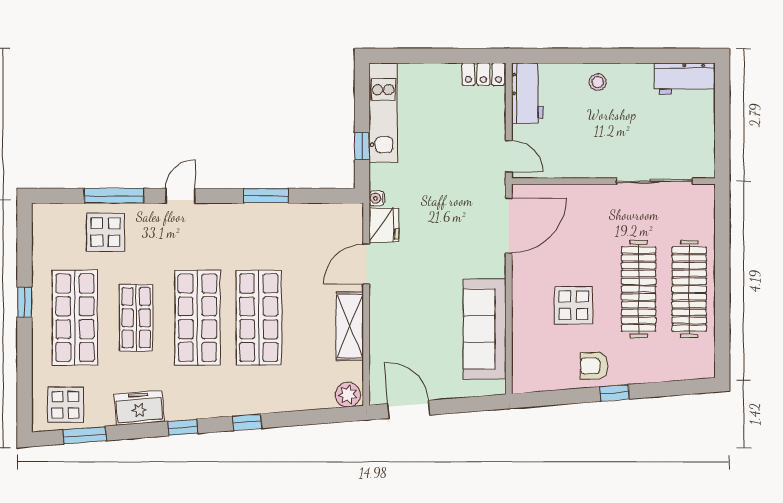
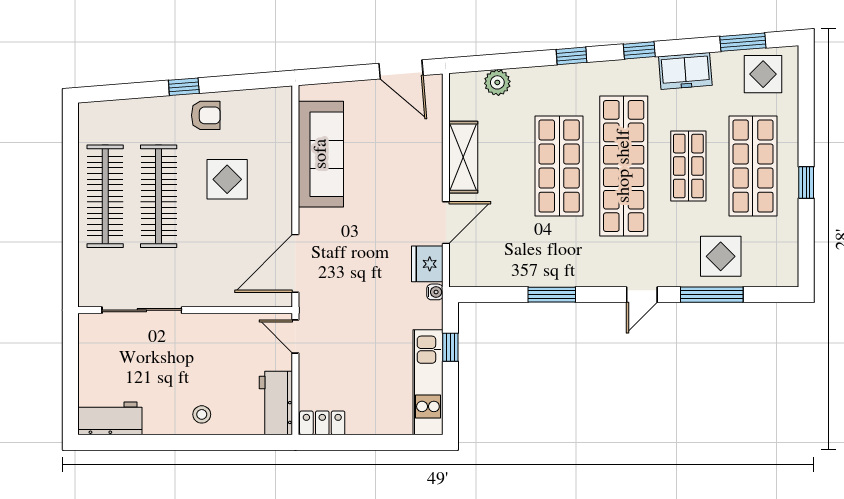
shop shelf: (198, 318) -> (624, 166), width x1.40
plant: (348, 395) -> (497, 82), moved

